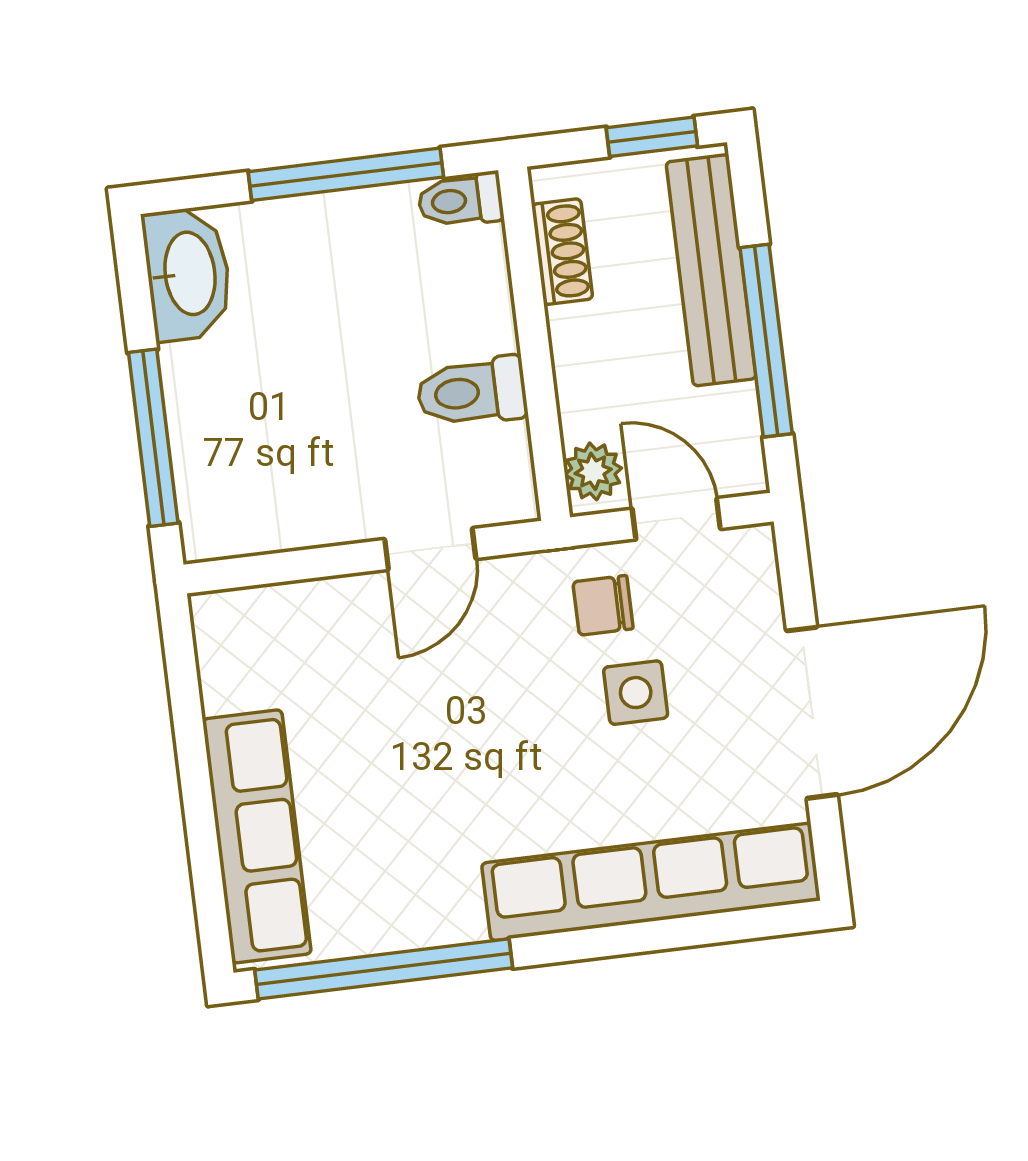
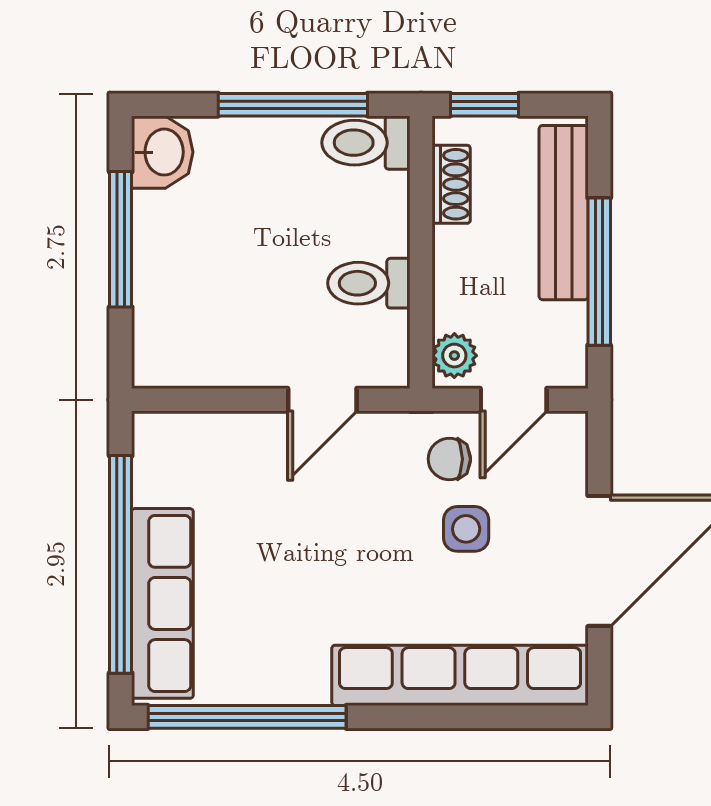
window: (652, 137) -> (484, 105), moved
toilet: (460, 200) -> (366, 143), width x1.37, depth x1.39
washbasin: (188, 274) -> (162, 152), width x0.72
window: (153, 438) -> (121, 239), moved
door: (676, 519) -> (514, 400), swing flipped
window: (197, 793) -> (121, 564), added

